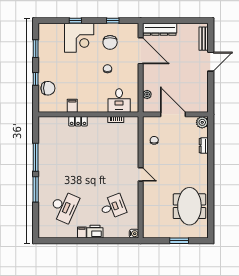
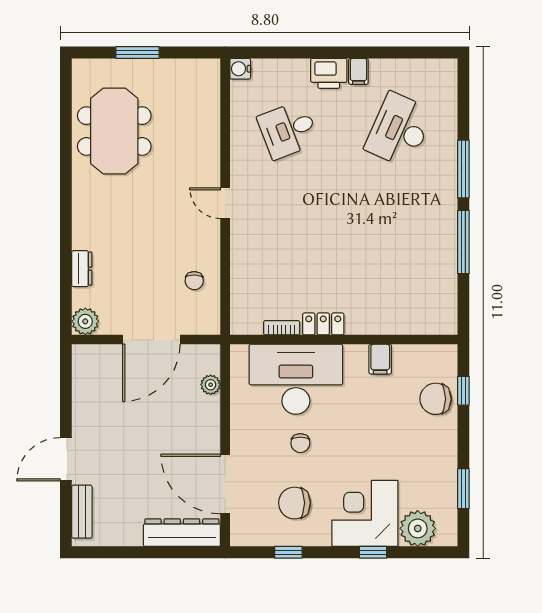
plant: (56, 31) -> (418, 528), added
chair: (110, 42) -> (294, 503), turned -90
window: (36, 79) -> (463, 391), moved
desk: (119, 100) -> (296, 379), width x1.87, depth x1.30
door: (173, 114) -> (151, 340), hinge flipped
locker: (78, 121) -> (323, 324), moved

